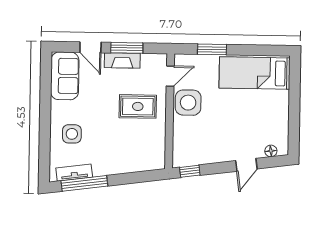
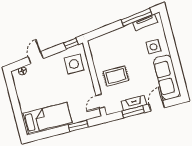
door: (90, 47) -> (157, 106), hinge flipped
sofa: (65, 76) -> (167, 77), width x1.36
side table: (188, 103) -> (74, 64), moved

